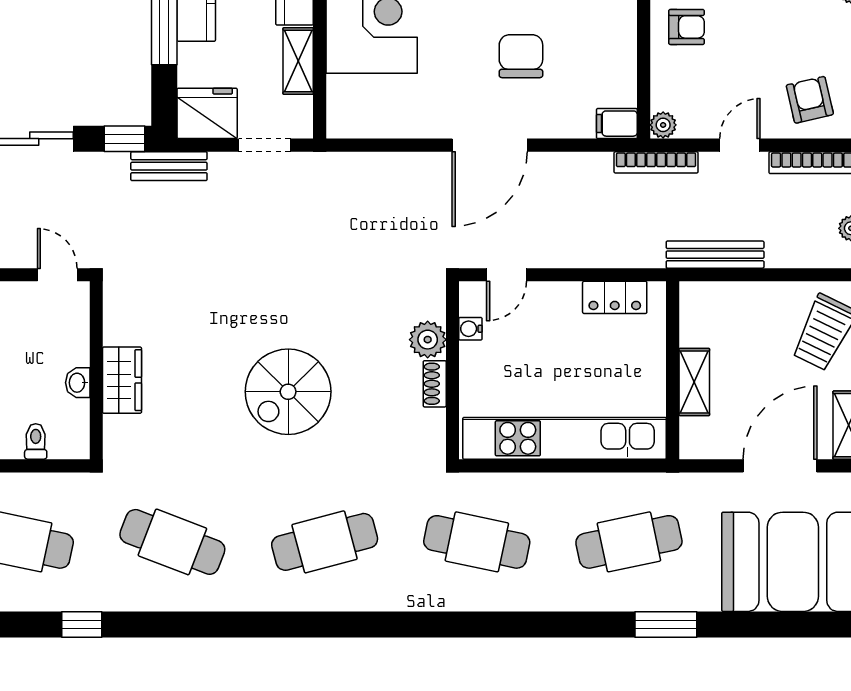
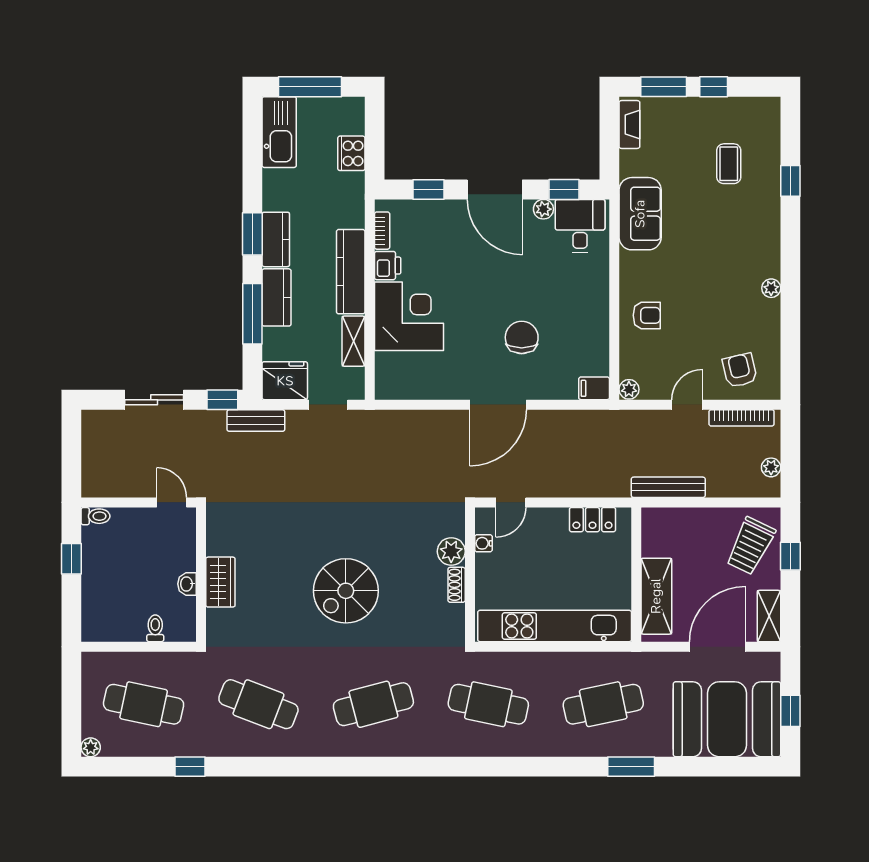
bookcase: (656, 162) -> (624, 418), removed
shelving: (694, 382) -> (656, 596), width x1.50, depth x1.33

